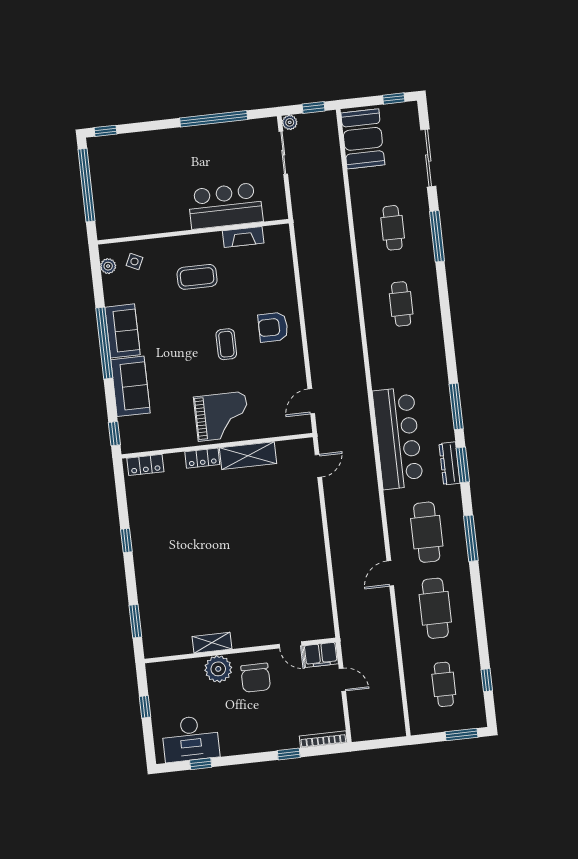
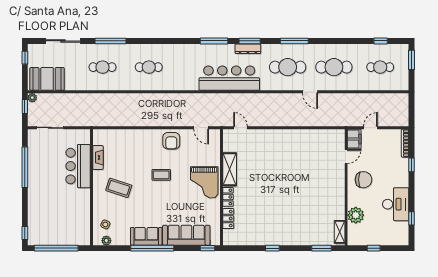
plant: (290, 122) -> (32, 98), moved
coffee table: (197, 277) -> (119, 188), turned -72
armchair: (273, 327) -> (171, 141), moved
sofa: (130, 386) -> (186, 235), width x1.36
grand piano: (222, 416) -> (204, 182), turned 180
locker: (145, 465) -> (228, 219), moved
shelving: (212, 643) -> (340, 232), moved
plant: (218, 669) -> (356, 215), moved
desk: (190, 739) -> (396, 204), moved

